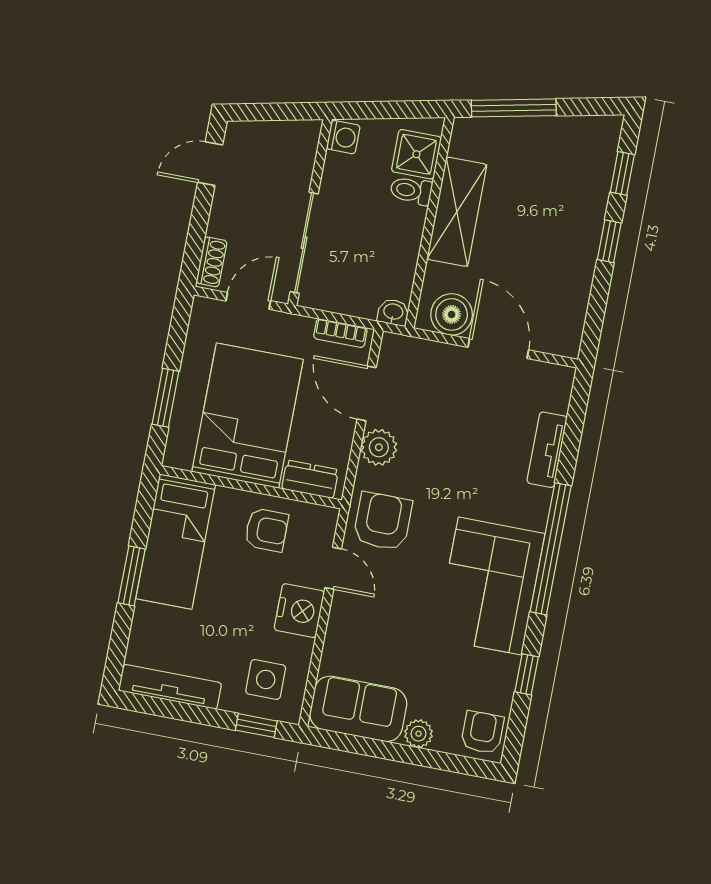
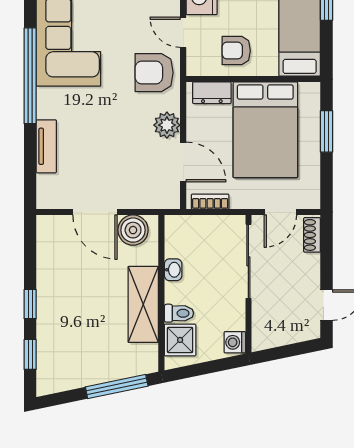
washbasin: (393, 312) -> (173, 270), moved, turned -90
armchair: (383, 521) -> (154, 73), turned 90

